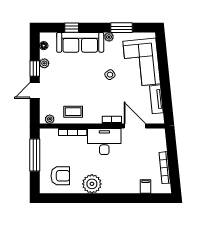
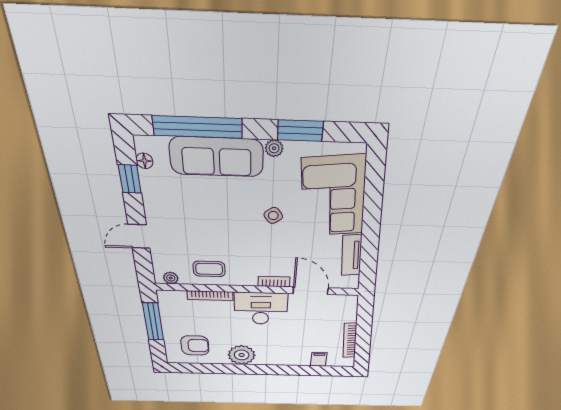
window: (72, 28) -> (198, 127), width x3.17
plant: (44, 63) -> (150, 193), removed
window: (35, 69) -> (130, 179), moved

